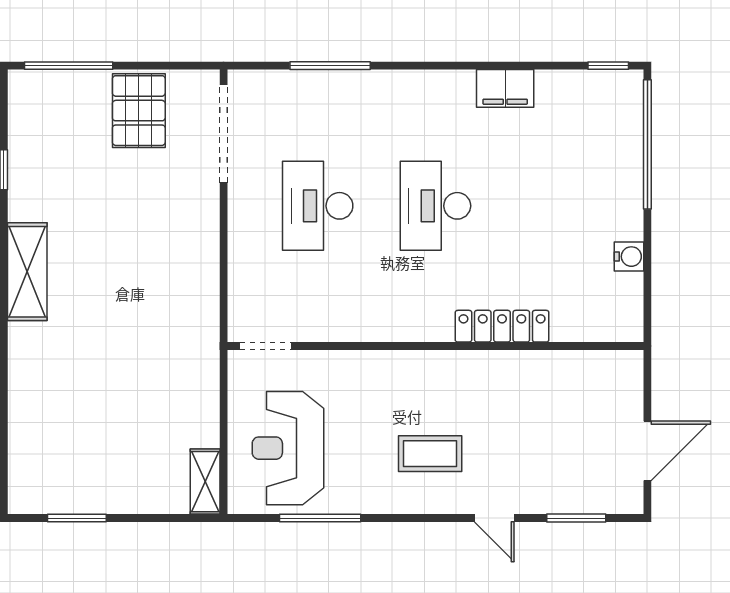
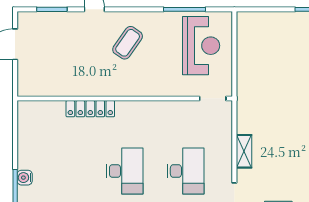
water cooler: (629, 257) -> (25, 178), moved
coffee table: (430, 454) -> (128, 43), turned -55
shelving: (205, 482) -> (244, 151), moved

